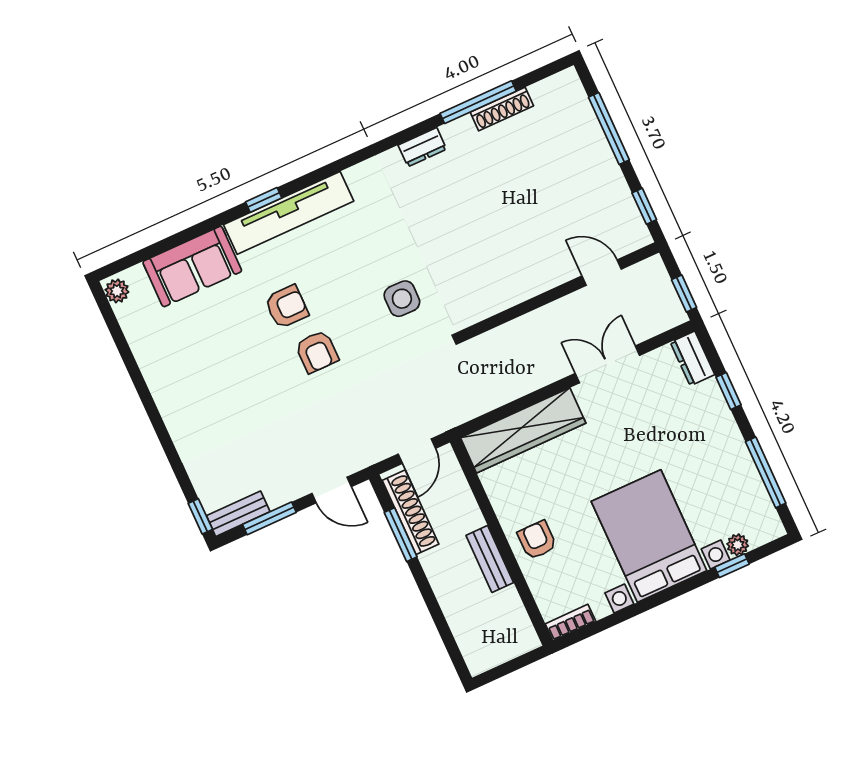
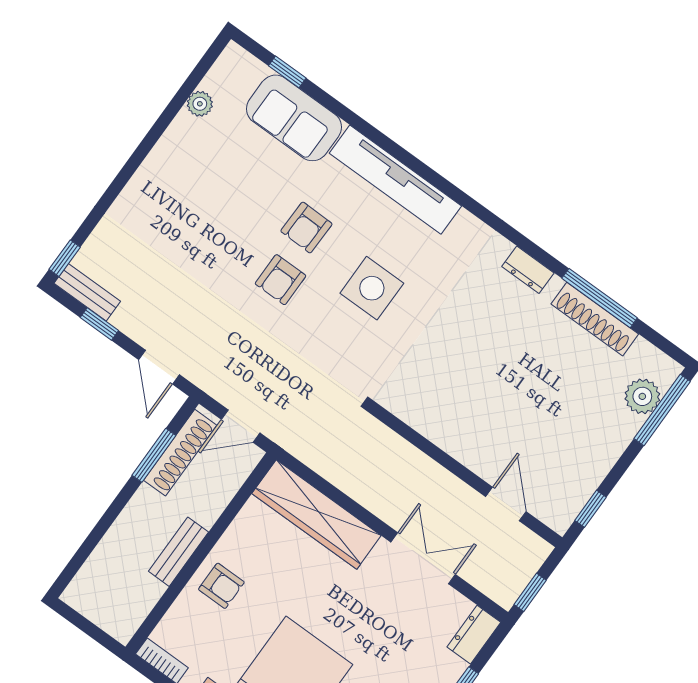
shoe rack: (502, 109) -> (595, 319), width x1.36, depth x1.24
plant: (577, 113) -> (642, 396), added
window: (609, 129) -> (662, 410), moved
window: (264, 200) -> (287, 72), moved
plant: (117, 291) -> (200, 104), moved
side table: (402, 299) -> (372, 288), moved, width x1.37, depth x1.37
armchair: (287, 307) -> (306, 228), turned 91
window: (269, 518) -> (99, 324), width x0.67
armchair: (537, 540) -> (221, 586), turned 90

